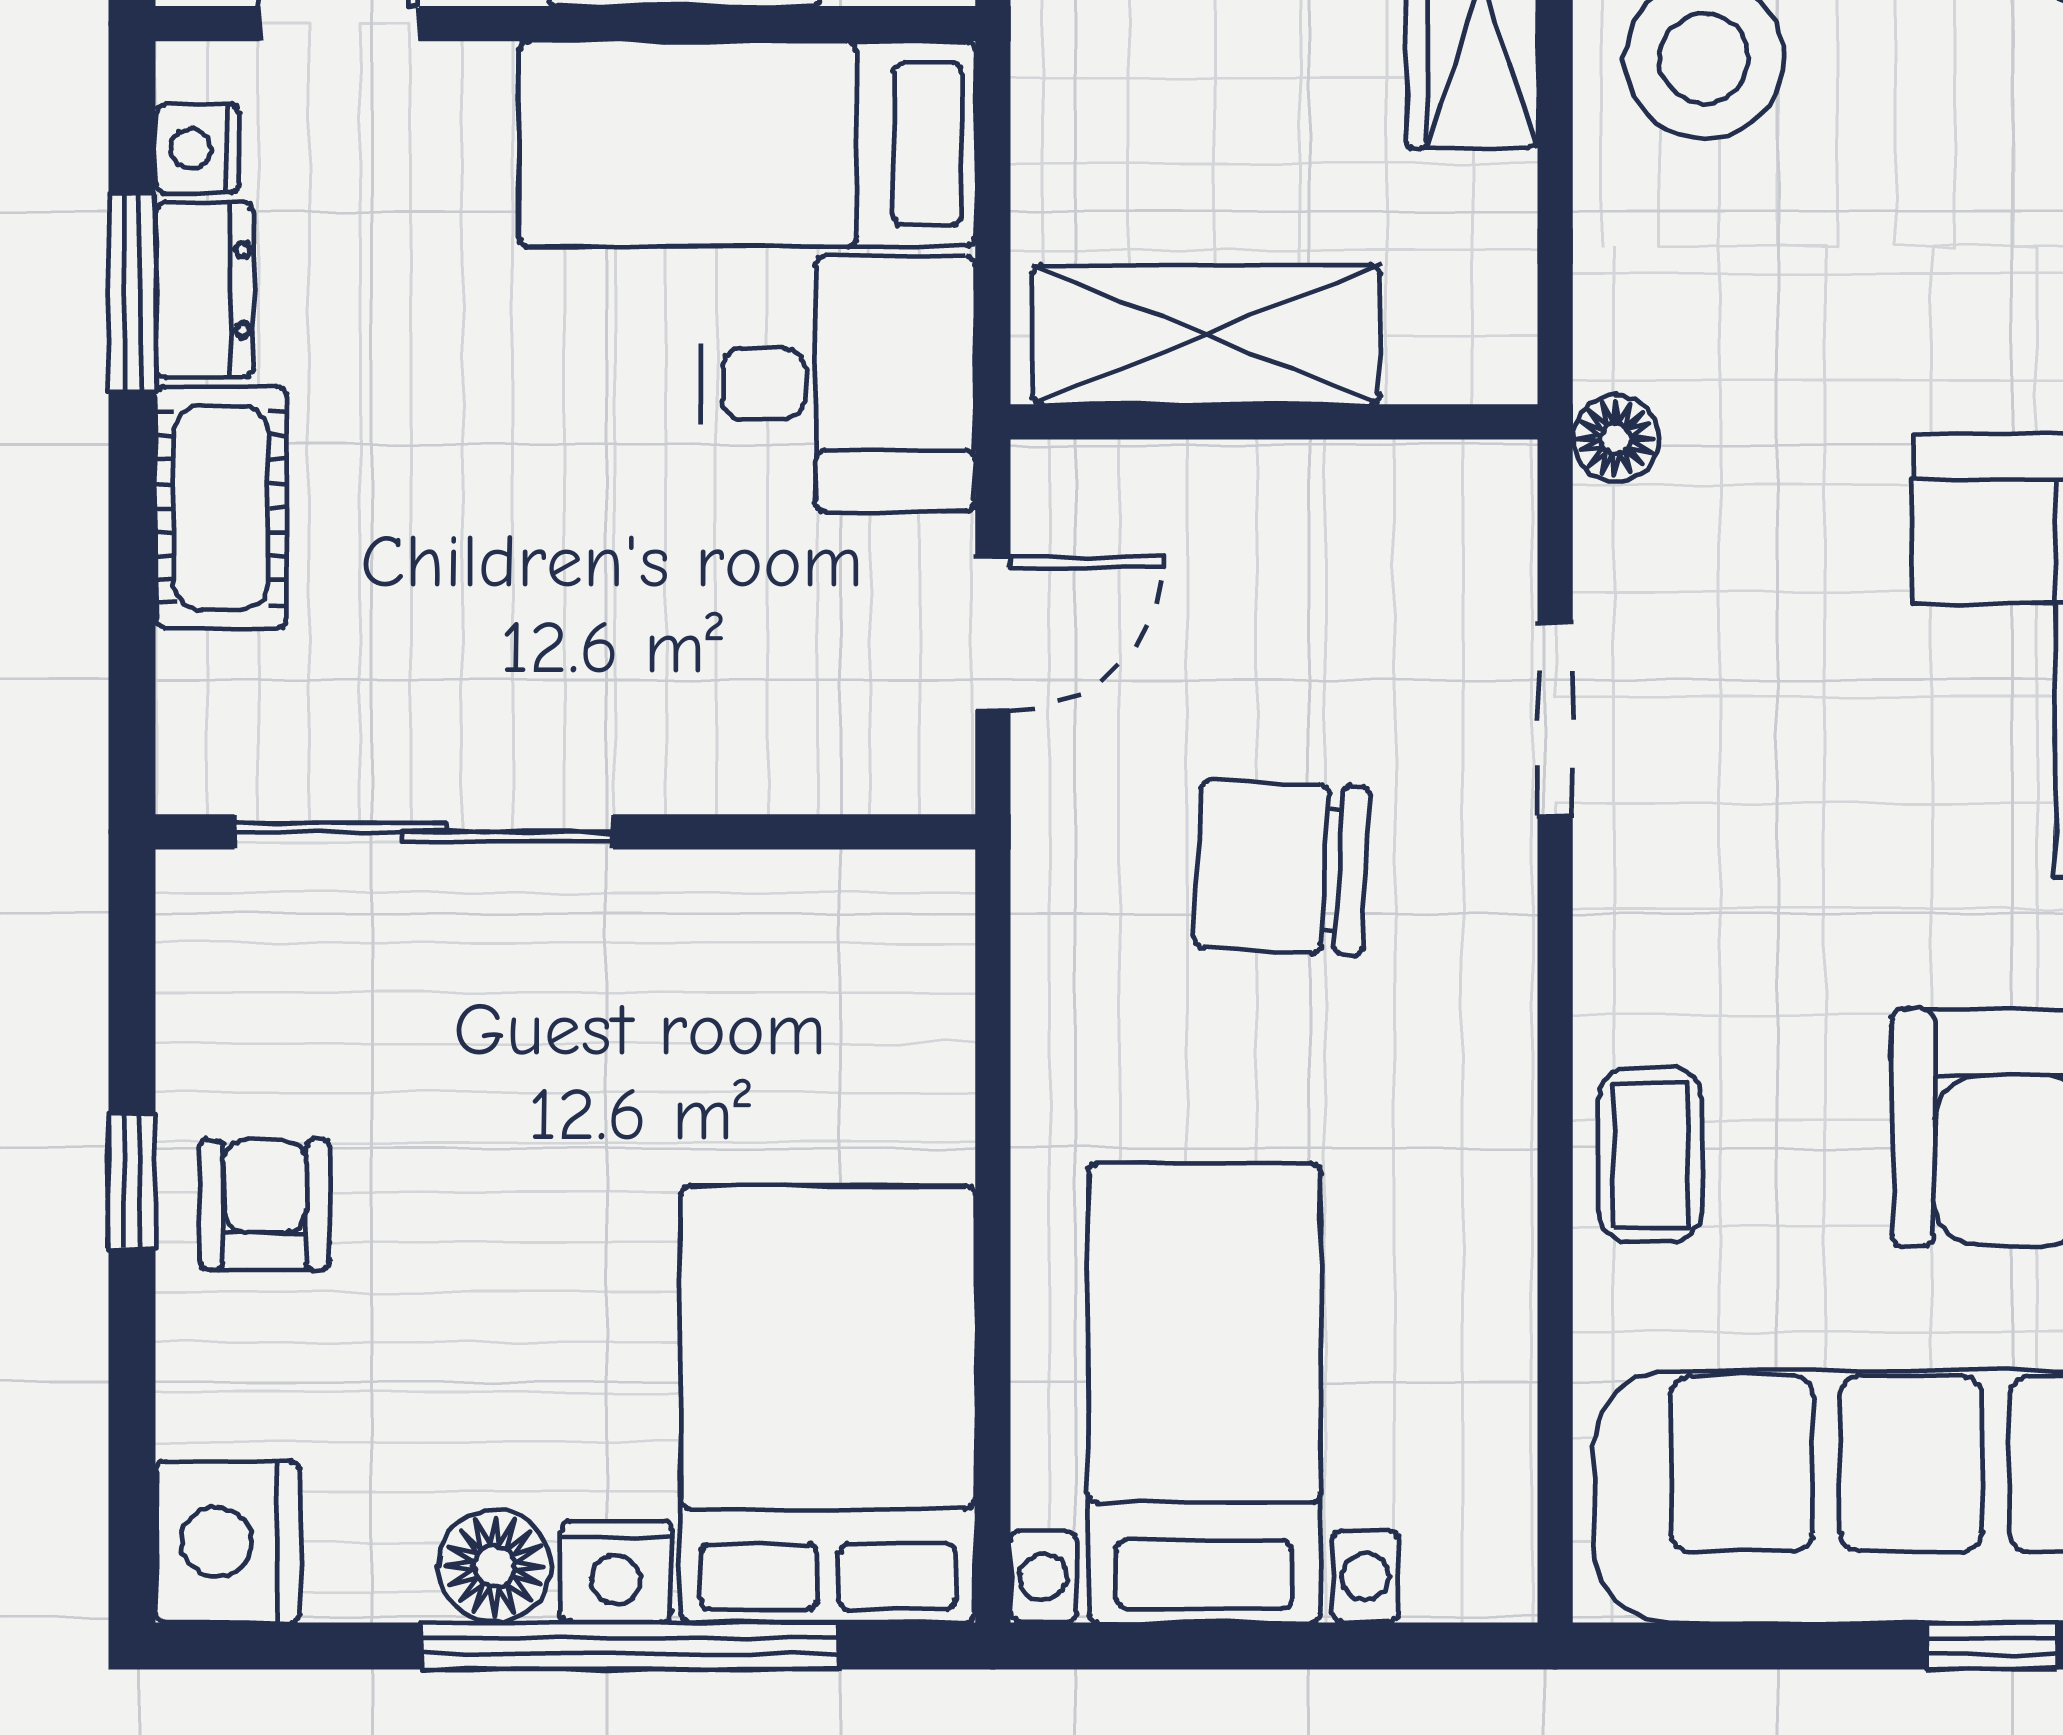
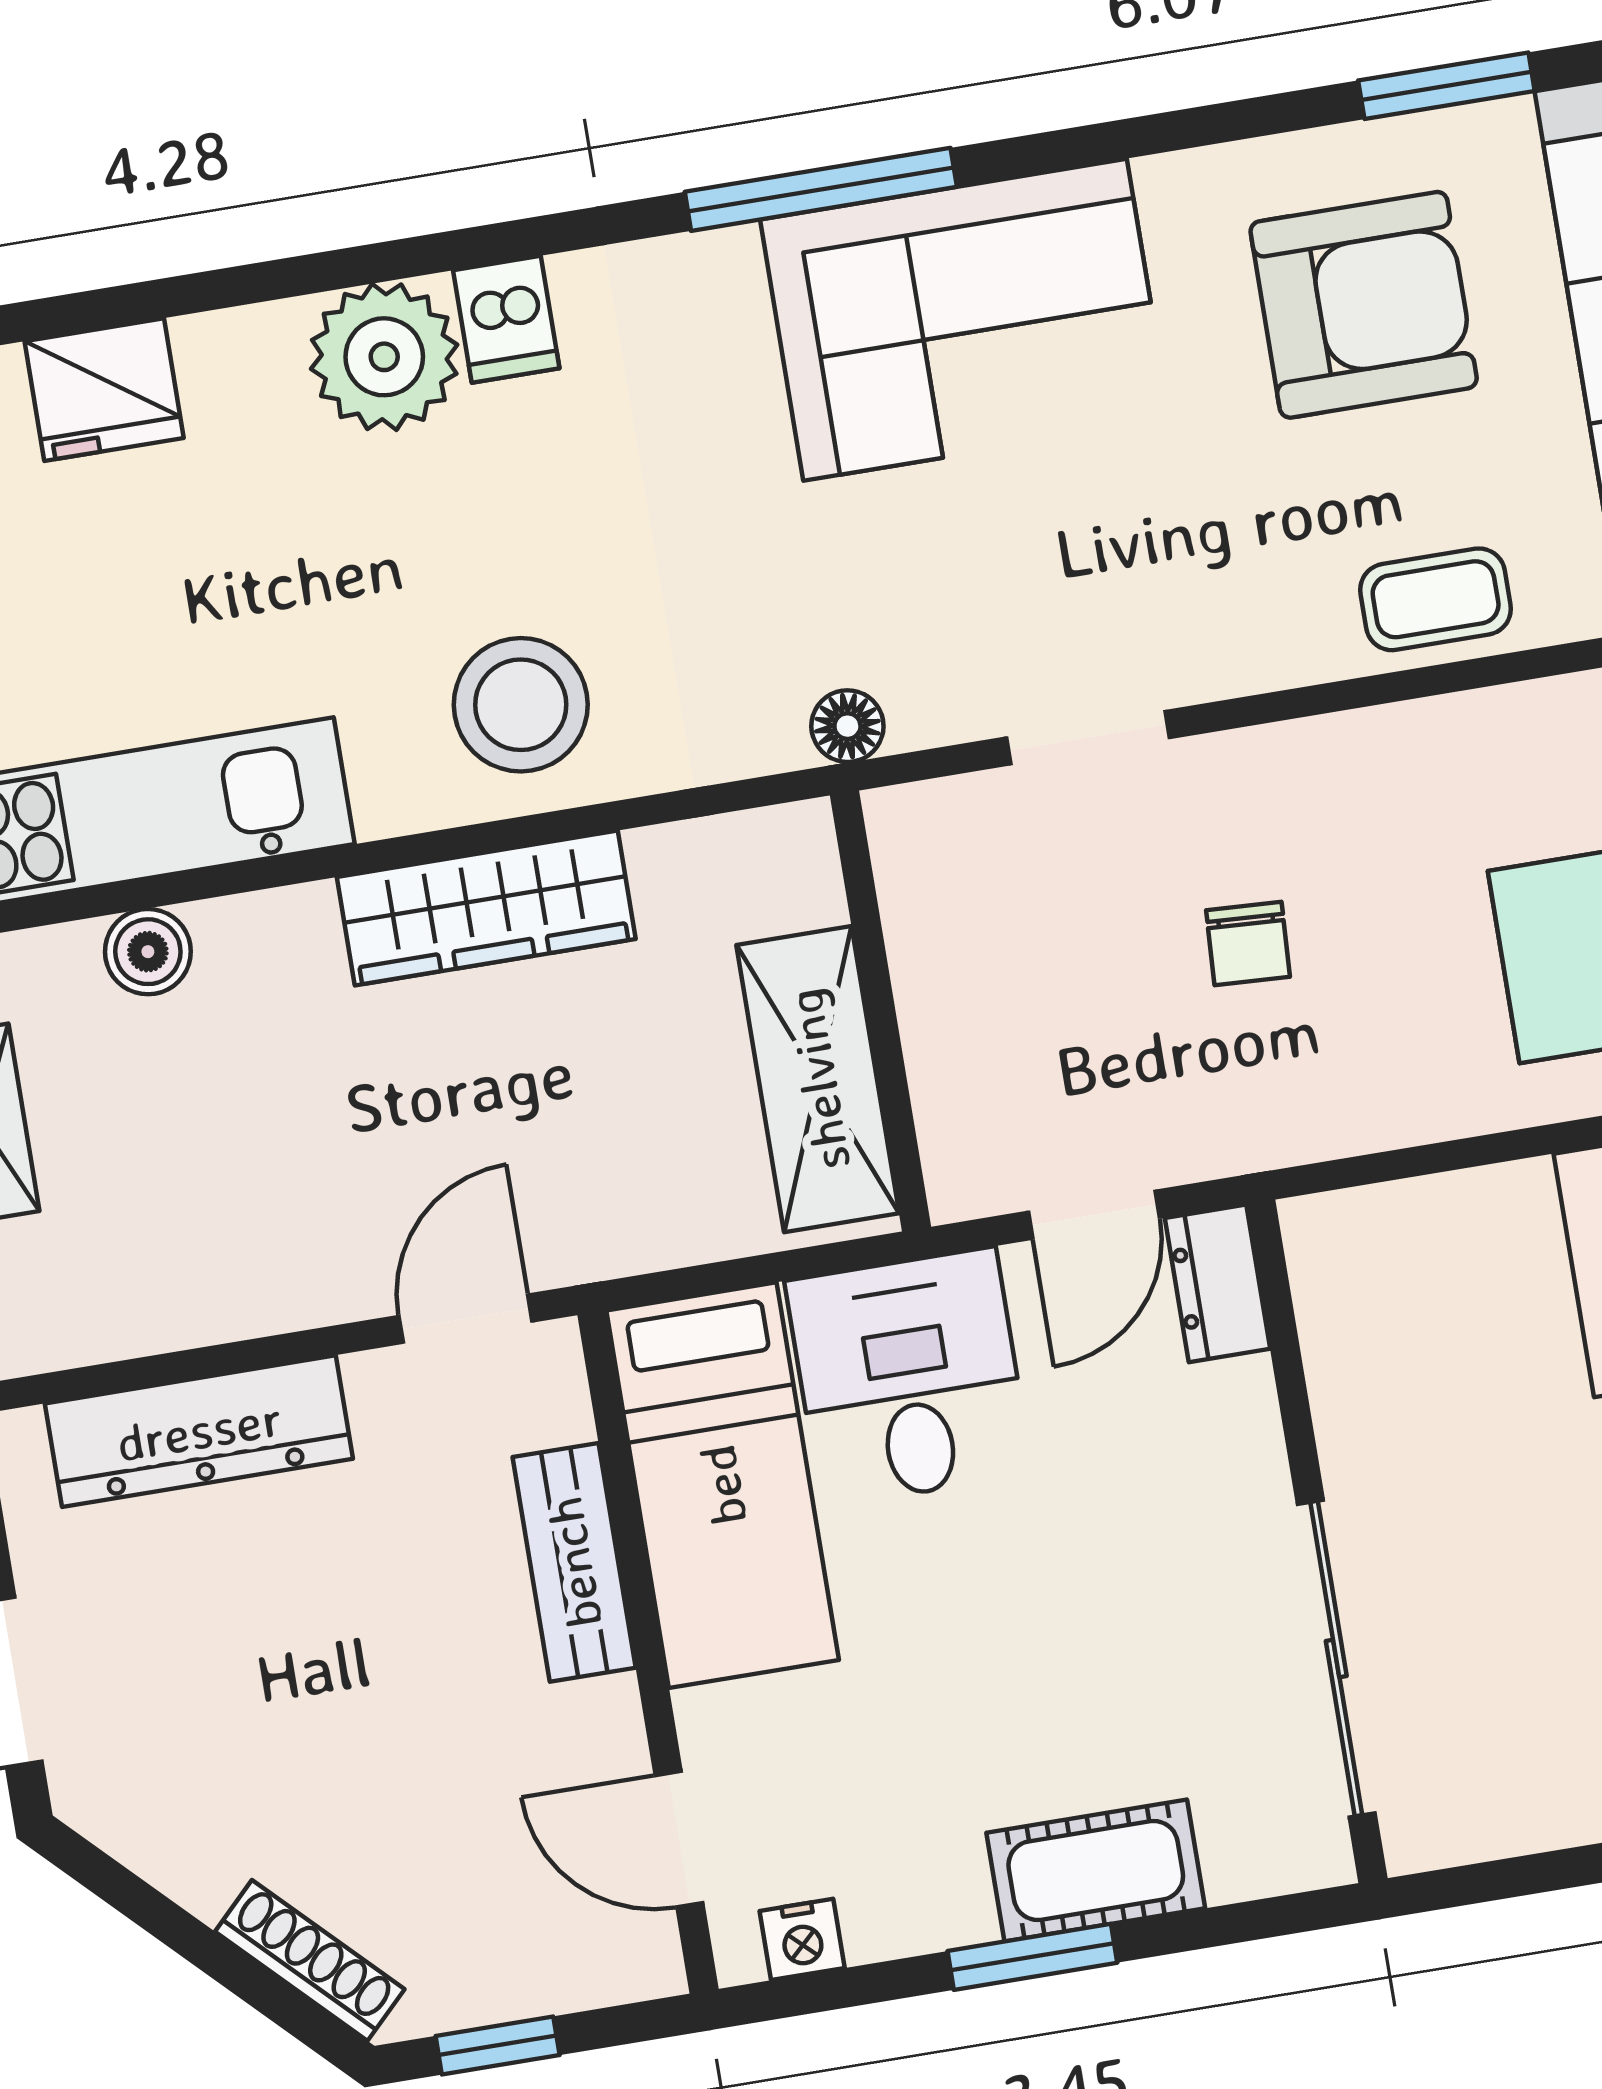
dresser: (205, 290) -> (1217, 1283), moved, turned -90
window: (132, 293) -> (1032, 1957), moved
door: (993, 633) -> (1094, 1215), swing flipped
chair: (1282, 867) -> (1248, 944), width x0.54, depth x0.54

